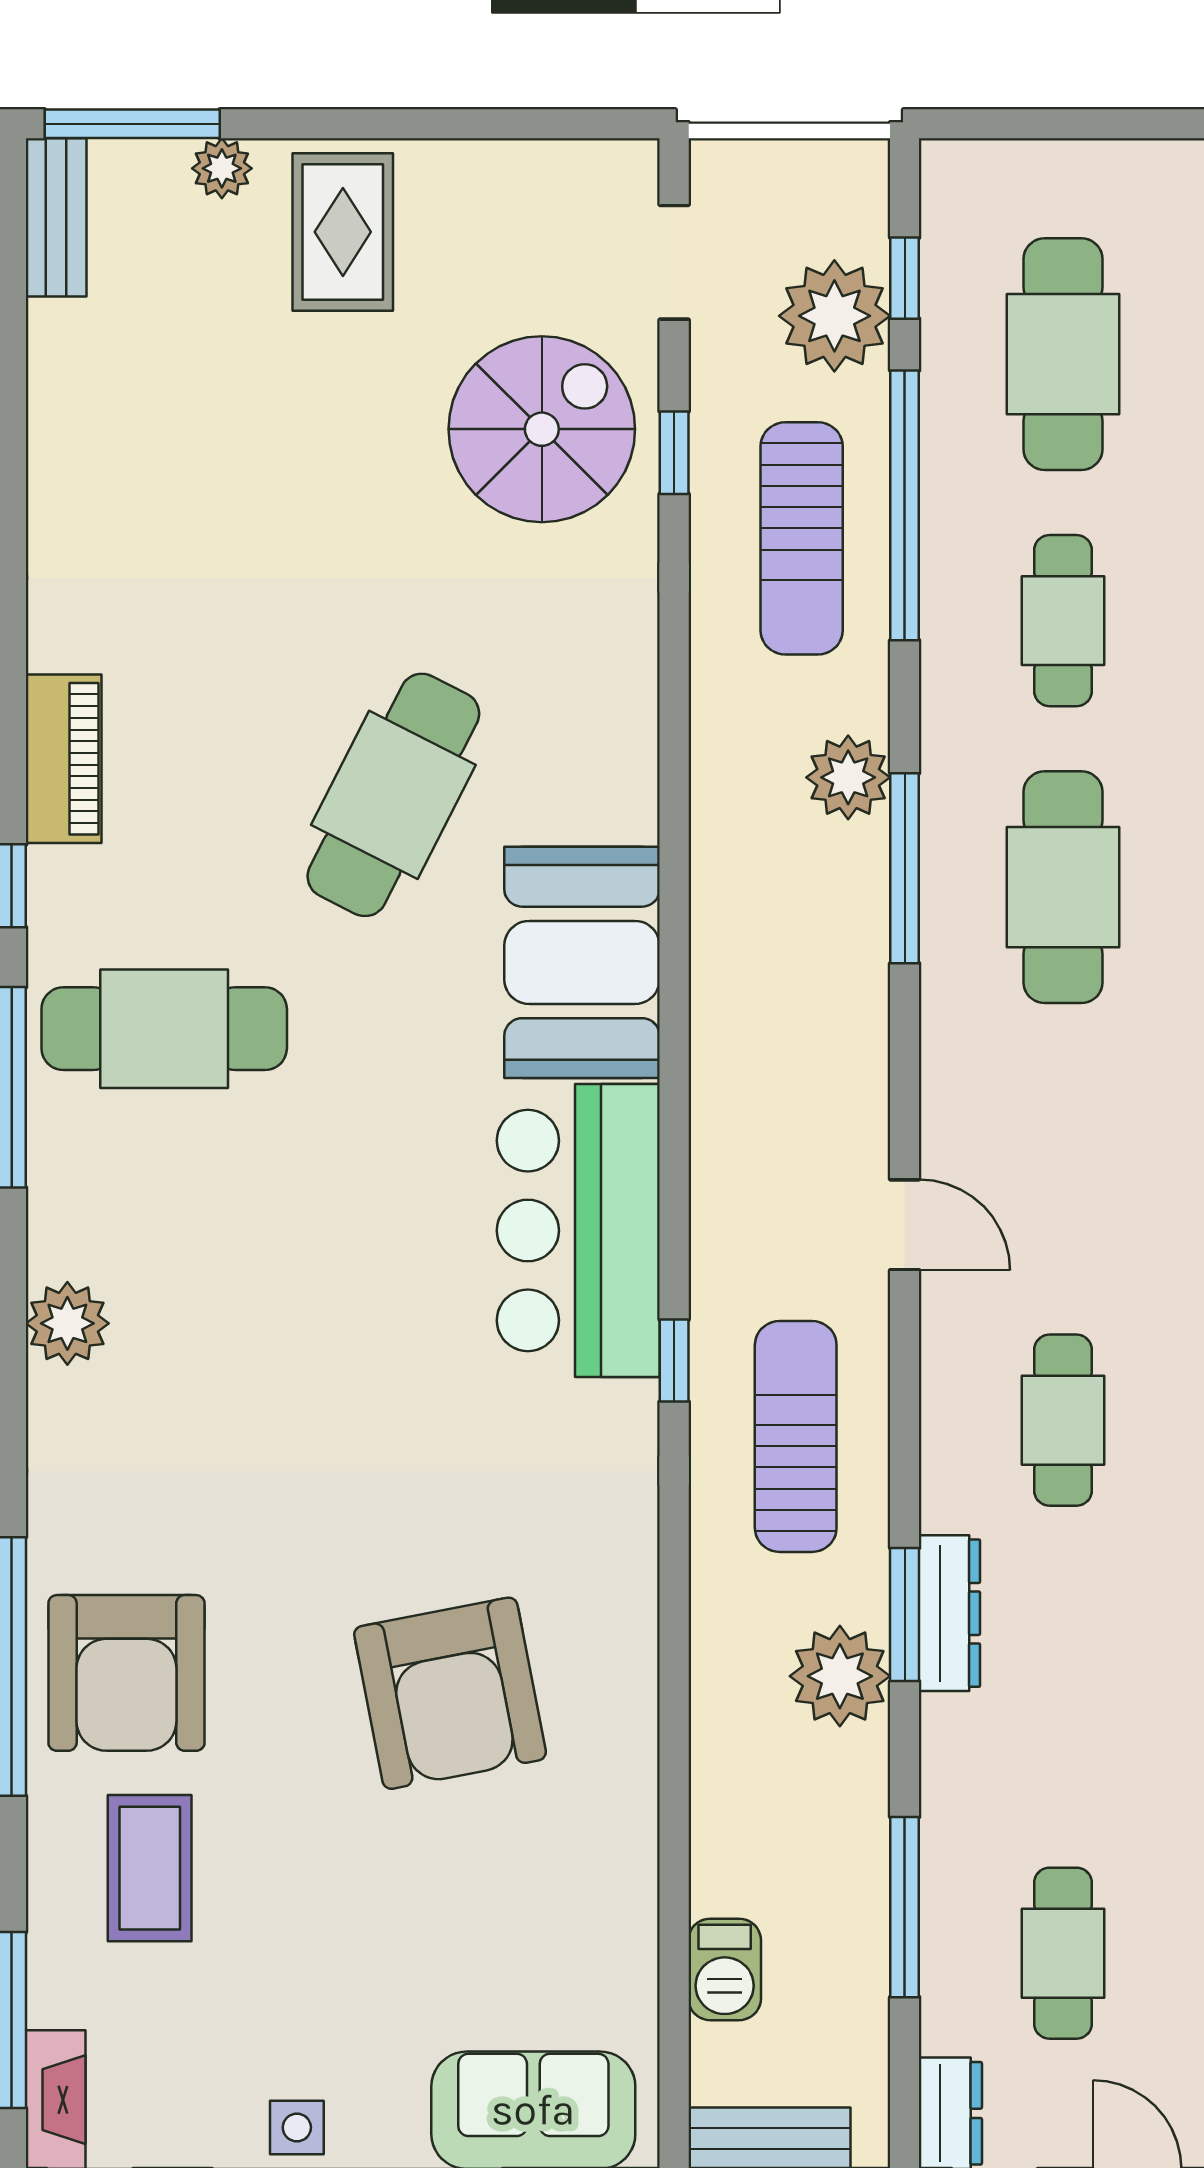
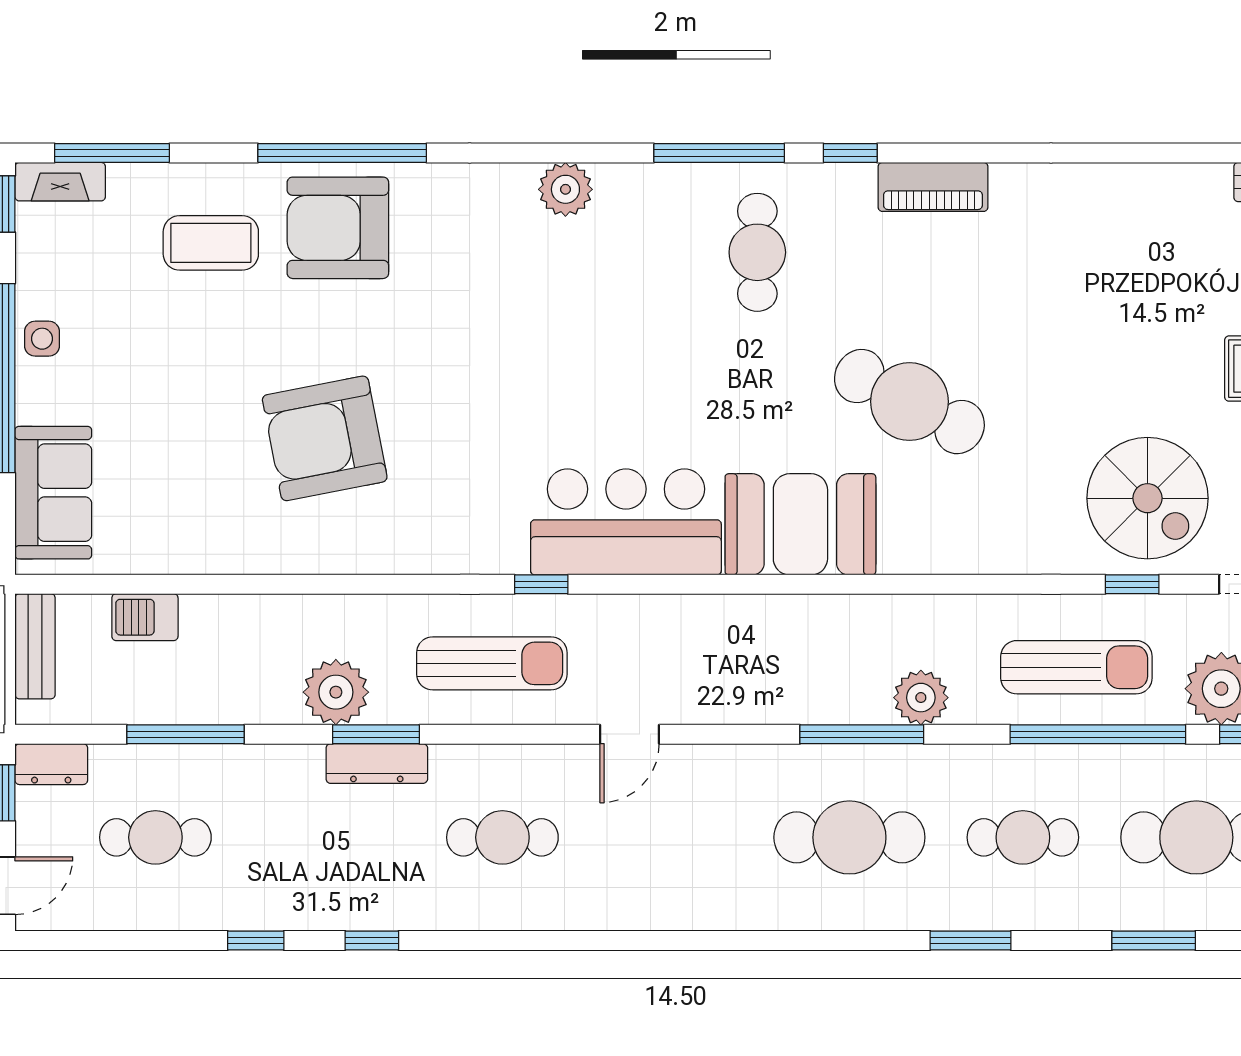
sun lounger: (802, 538) -> (1076, 667), turned 180
cafe table: (164, 1029) -> (757, 252), width x0.73, depth x0.74

